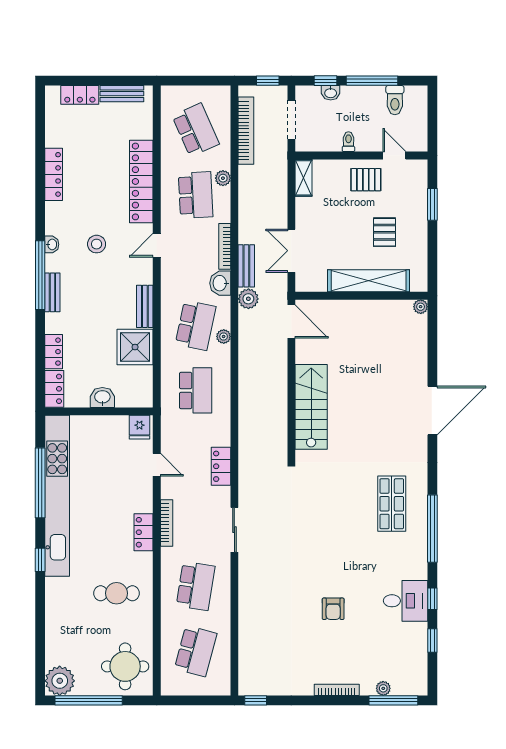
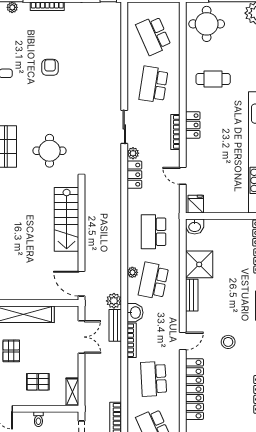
plant: (223, 178) -> (133, 153), moved
pallet: (366, 180) -> (38, 382), moved
washbasin: (102, 397) -> (195, 226), moved
round table: (334, 498) -> (50, 151), added
school desk: (196, 651) -> (154, 35), turned -39

